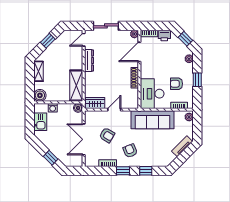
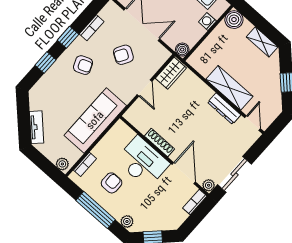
sliding door: (106, 26) -> (234, 174), moved
printer: (164, 35) -> (177, 217), removed
window: (197, 80) -> (95, 210), width x2.17
shelving: (76, 86) -> (229, 88), moved
desk: (152, 94) -> (143, 162), moved

